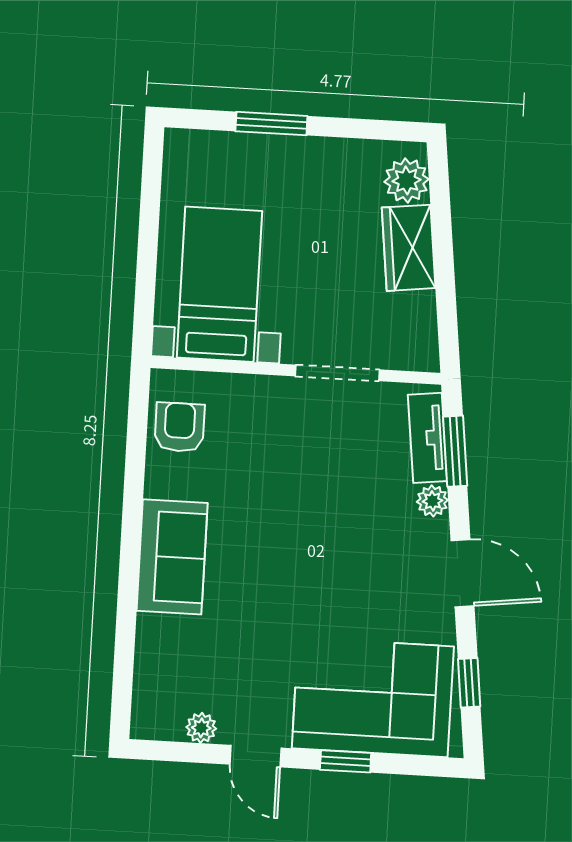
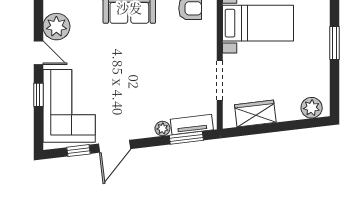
wardrobe: (409, 248) -> (255, 114), moved
door: (463, 573) -> (115, 146), moved
plant: (201, 728) -> (56, 27), width x1.88, depth x1.88
door: (255, 756) -> (38, 53), swing flipped

